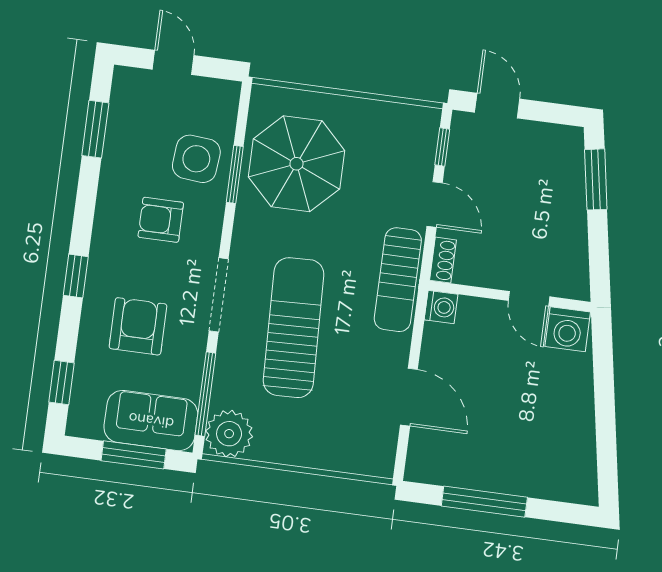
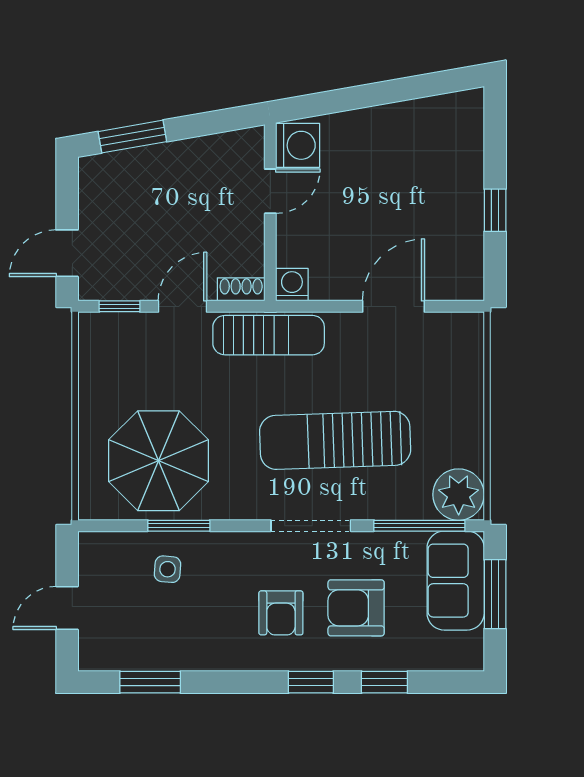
side table: (196, 159) -> (168, 569), width x0.54, depth x0.54
armchair: (161, 220) -> (281, 613), moved
window: (62, 383) -> (384, 682), moved
window: (484, 502) -> (495, 210), width x0.46

